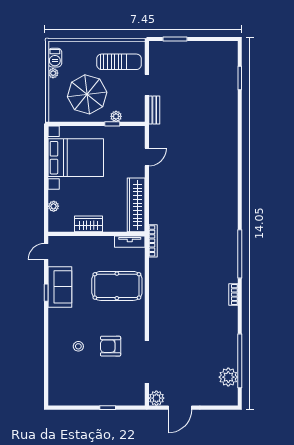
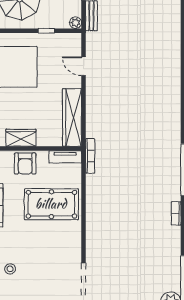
plant: (116, 116) -> (75, 23), moved
door: (147, 157) -> (84, 66), swing flipped
armchair: (111, 346) -> (25, 163), moved, turned -90

